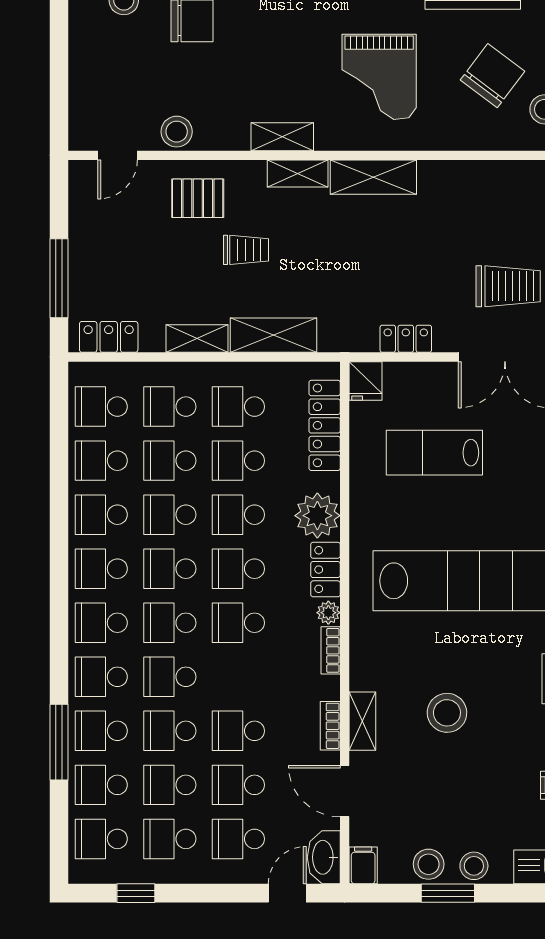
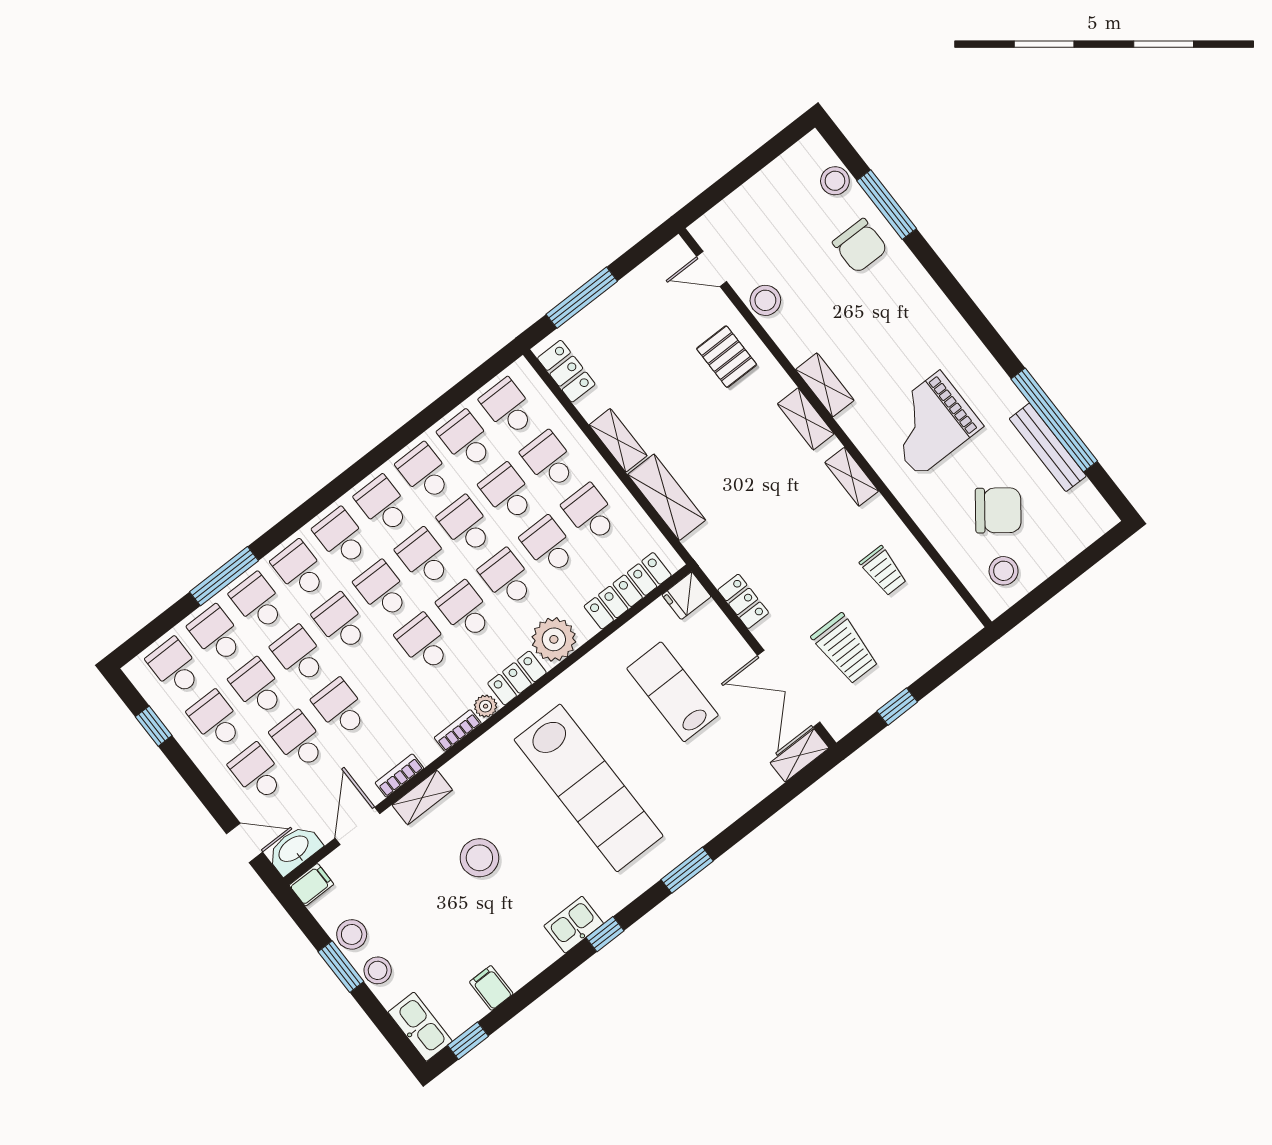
shelving: (373, 177) -> (852, 477), width x0.67, depth x0.75
trolley: (246, 250) -> (883, 571), moved

